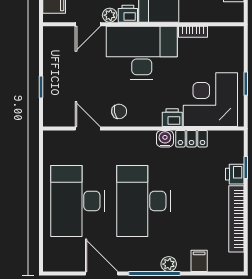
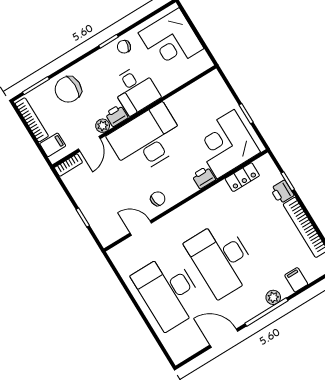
bookcase: (193, 32) -> (68, 165), moved
water cooler: (165, 139) -> (208, 198), removed
locker: (191, 139) -> (242, 177), moved

